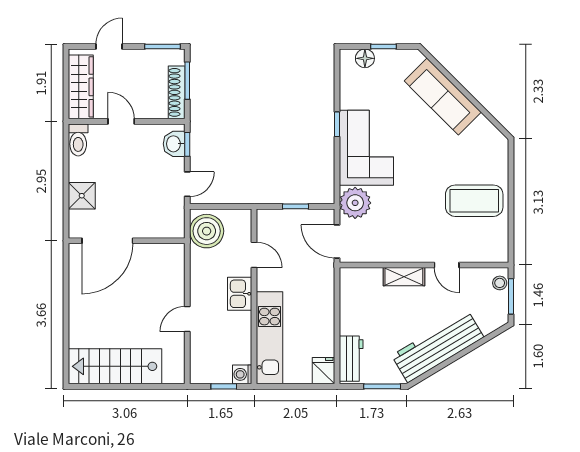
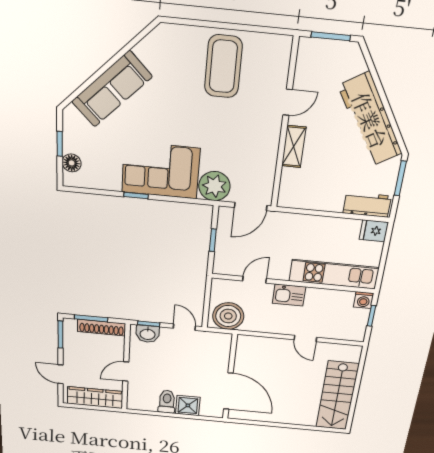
toilet: (78, 140) -> (167, 402), moved, turned -90
stool: (500, 283) -> (314, 47), removed

